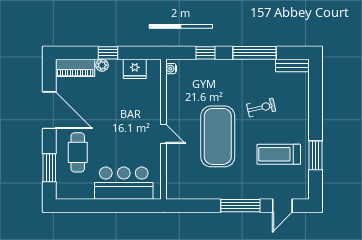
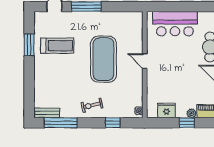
window: (254, 53) -> (61, 123), moved
exercise bike: (261, 108) -> (92, 105), moved

